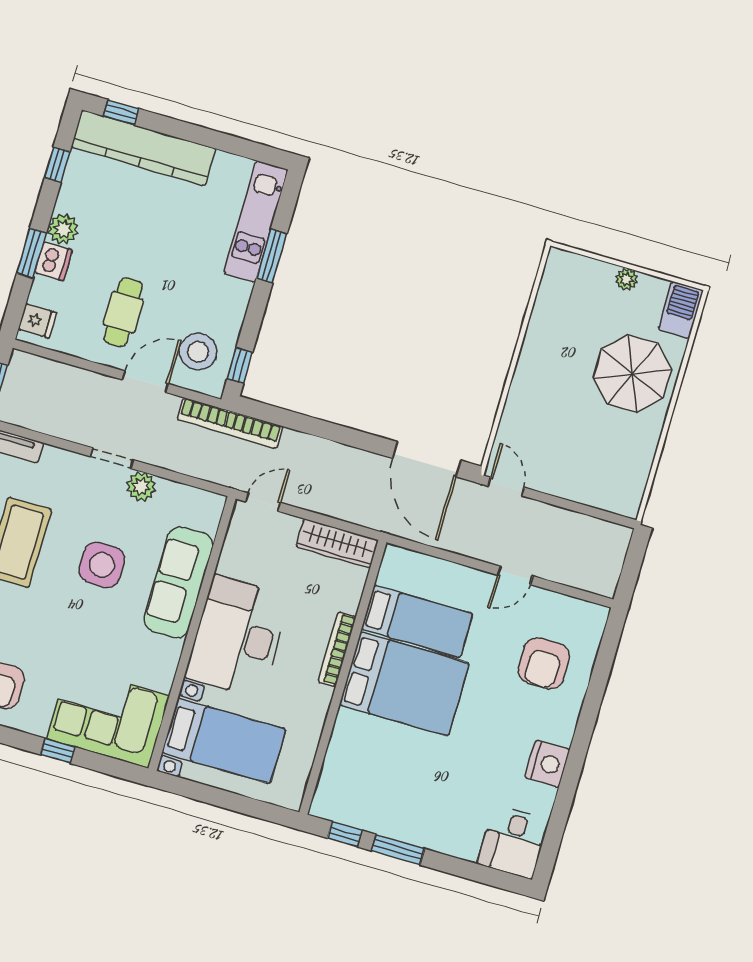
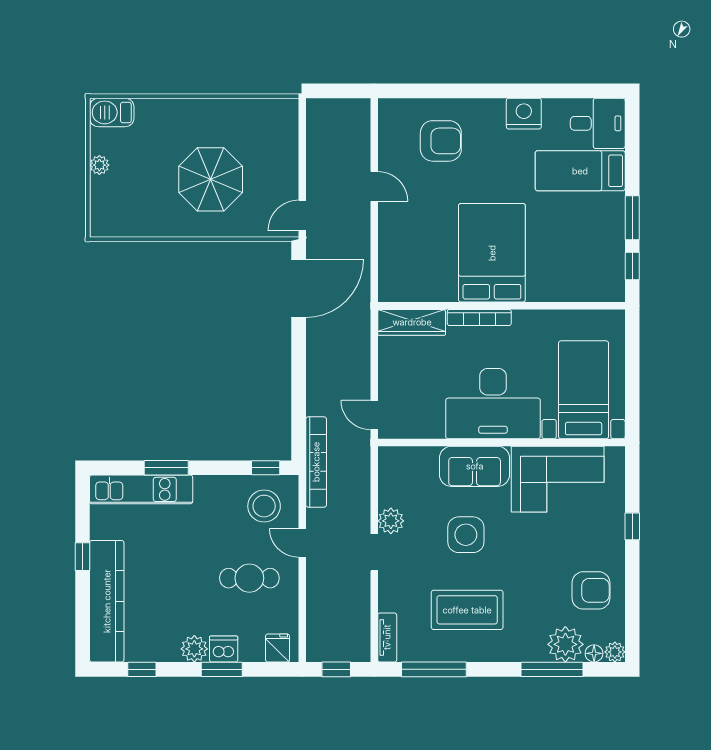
window: (121, 112) -> (83, 557), moved
parasol: (632, 374) -> (211, 179), moved
door: (145, 382) -> (302, 543), width x0.73
wardrobe: (337, 544) -> (412, 322), moved, turned 90
sofa: (178, 582) -> (475, 466), width x0.73
bed: (417, 621) -> (580, 171), moved, turned -90
corner sofa: (108, 717) -> (558, 479), moved, turned -90

